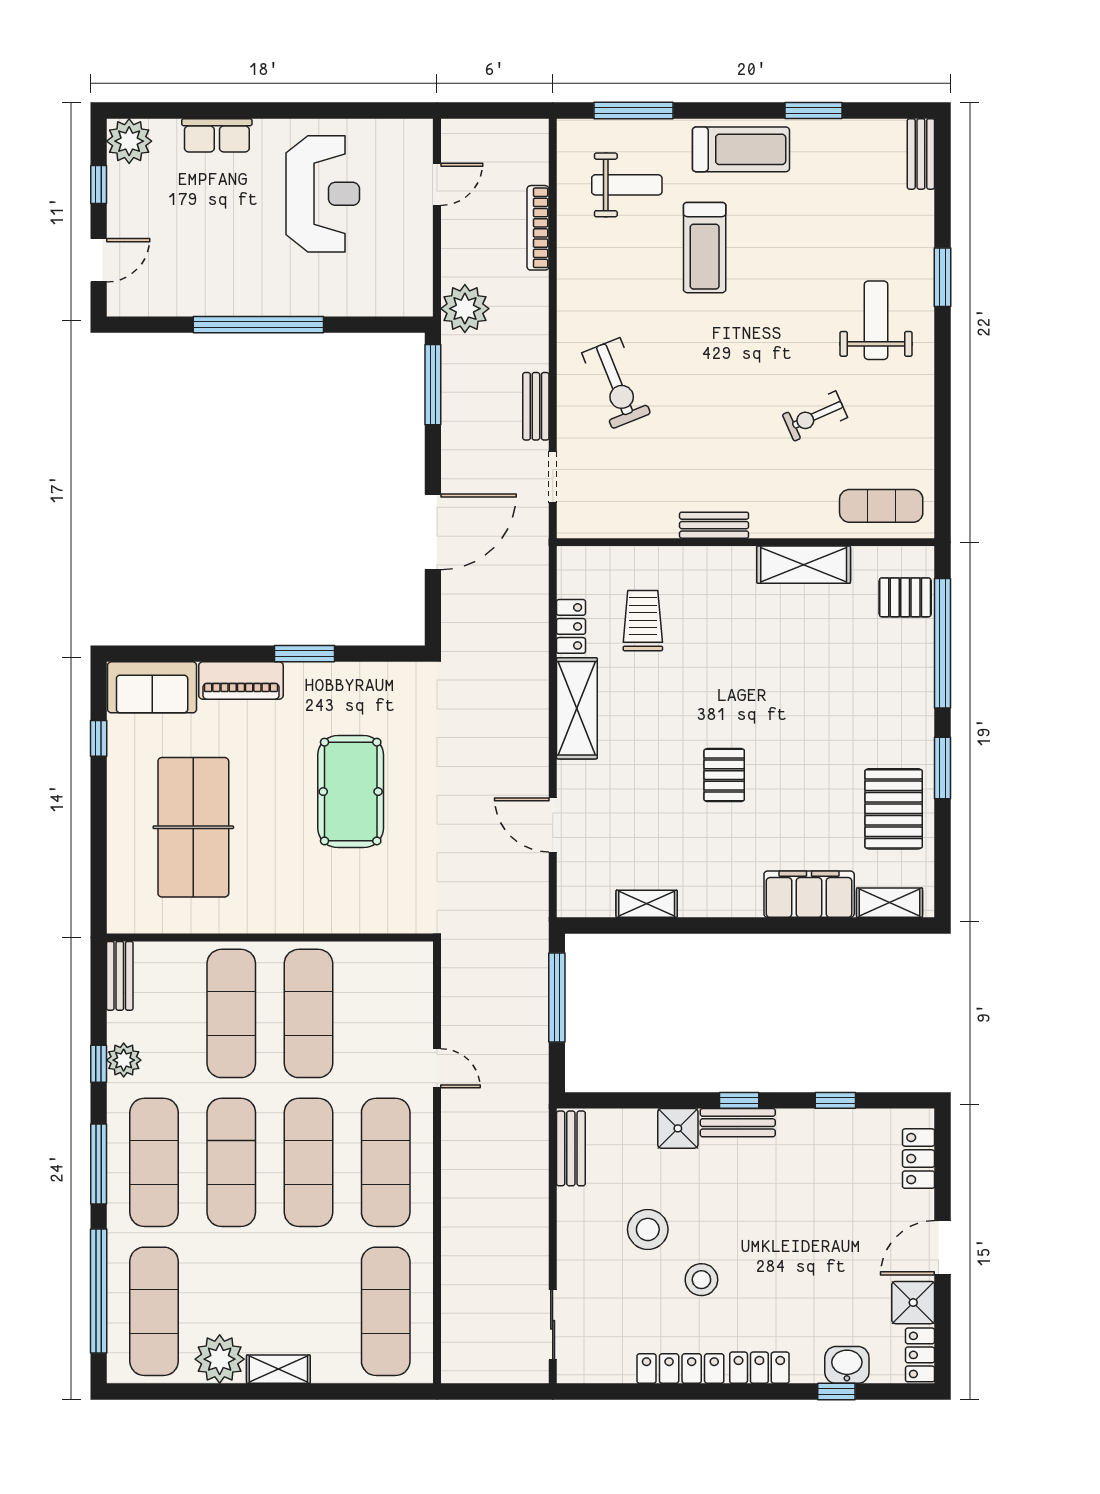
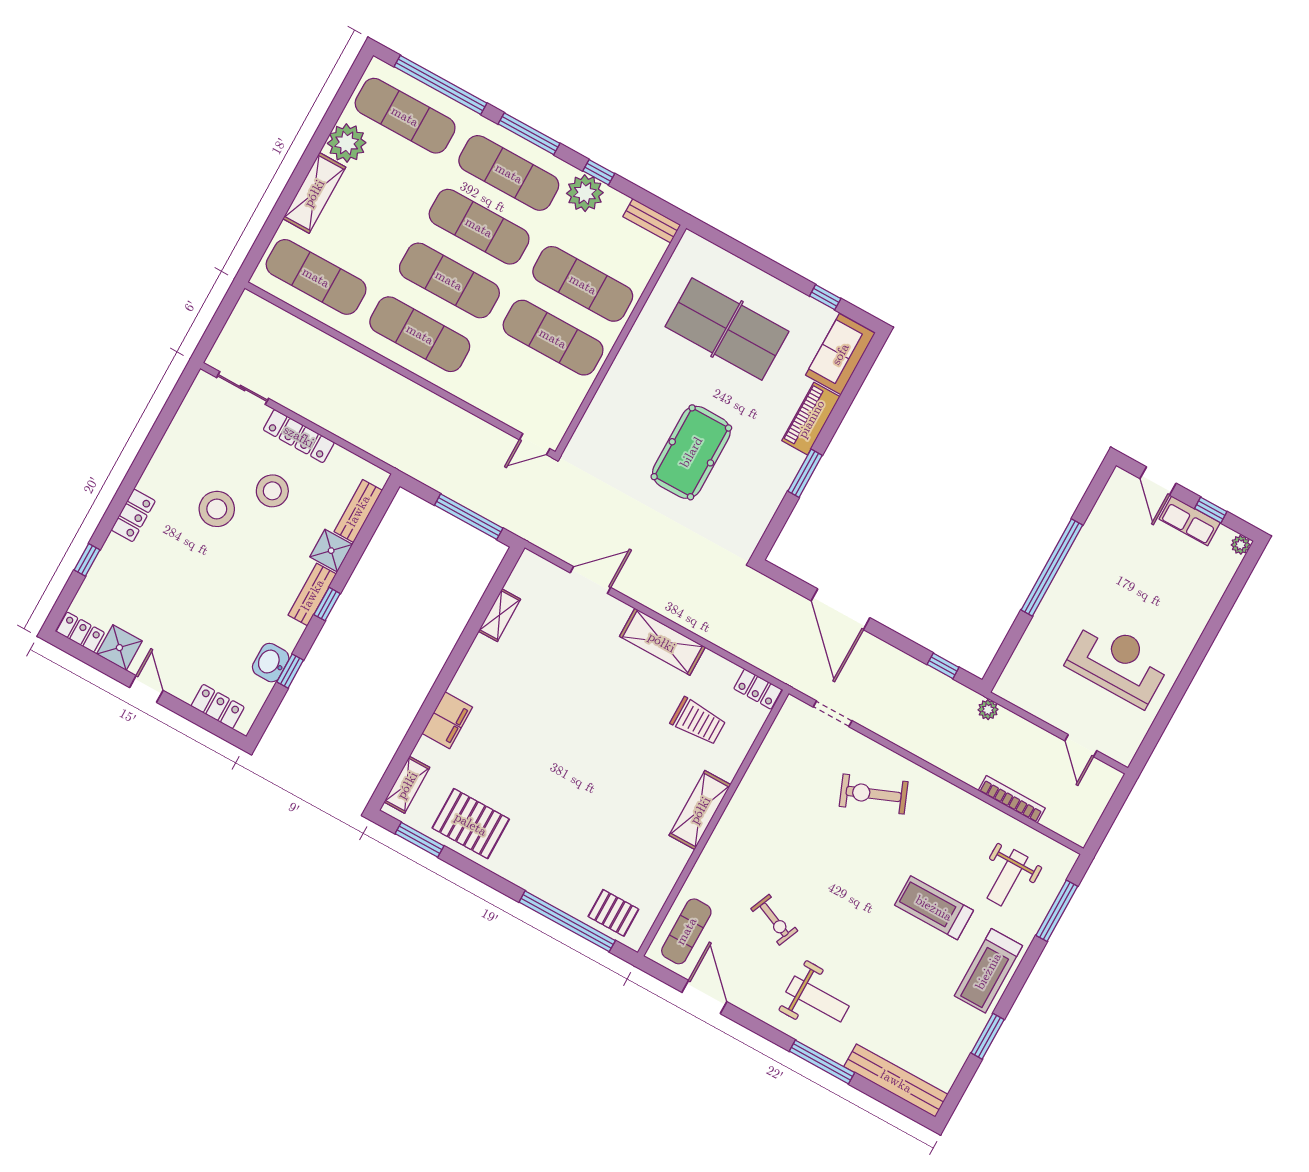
row of seats: (217, 135) -> (1190, 521), moved, turned -90
plant: (129, 141) -> (1241, 545), width x0.53, depth x0.53
bench: (921, 154) -> (896, 1081), width x1.86, depth x1.21
reception desk: (323, 194) -> (1118, 663), turned 180
window: (942, 277) -> (822, 1062), width x1.44
plant: (465, 309) -> (988, 710), width x0.53, depth x0.53
window: (433, 385) -> (943, 666), width x0.46
bench: (536, 406) -> (888, 729), removed
exercise bike: (815, 416) -> (774, 920), turned 137
door: (942, 446) -> (704, 997), added
bench: (714, 525) -> (737, 808), removed
shelving: (804, 565) -> (700, 810), moved
pallet: (905, 597) -> (613, 913), turned 90
locker: (571, 626) -> (758, 689), moved
window: (942, 768) -> (420, 840), moved
pallet: (724, 775) -> (559, 719), removed
pool table: (351, 792) -> (691, 452), turned 90
filing cabinet: (809, 894) -> (447, 720), width x0.67, depth x0.86
plant: (124, 1060) -> (585, 193), width x1.36, depth x1.36
door: (437, 1068) -> (535, 444), moved
bench: (571, 1148) -> (358, 511), moved, turned 90
door: (942, 1248) -> (146, 689), width x0.73
stool: (701, 1280) -> (217, 509), width x1.38, depth x1.38
washbasin: (847, 1365) -> (271, 663), moved, turned 180
shelving: (278, 1369) -> (314, 193), width x1.50, depth x1.33
locker: (680, 1369) -> (299, 436), moved, turned 90

